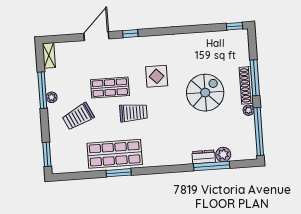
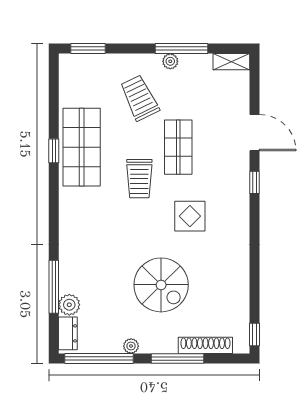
shoe rack: (246, 85) -> (205, 345), moved
dresser: (204, 157) -> (68, 333), moved
window: (119, 173) -> (54, 151), width x0.67

